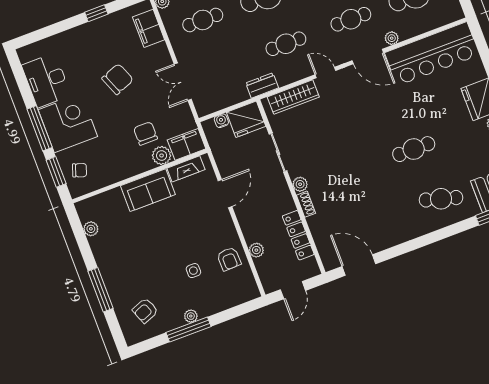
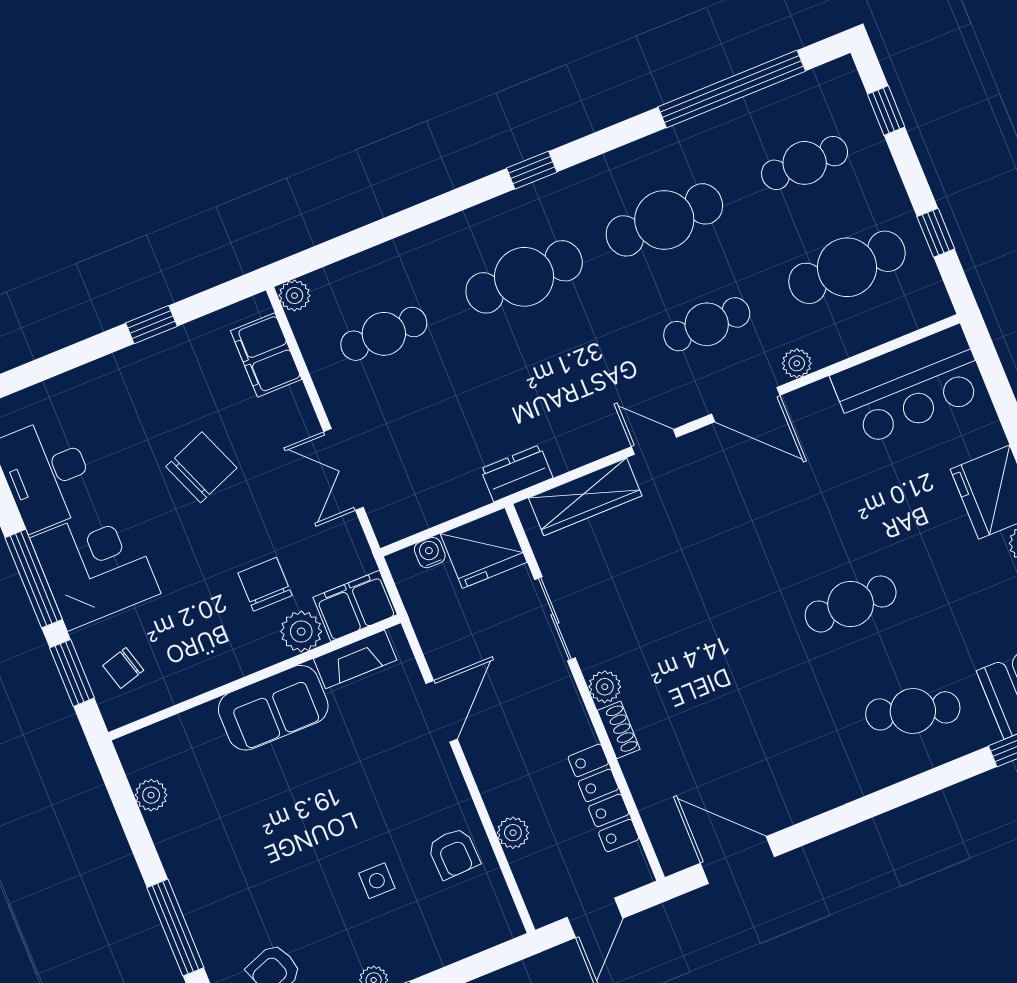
cafe table: (286, 44) -> (566, 381), removed
bar counter: (432, 54) -> (909, 386), width x0.73
chair: (80, 170) -> (123, 668), turned 145

